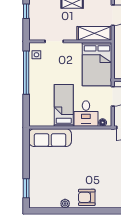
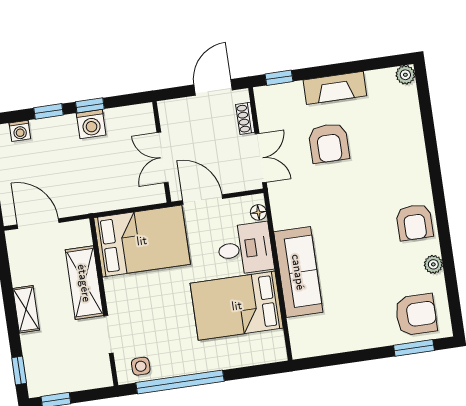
shelving: (94, 33) -> (84, 283), moved
bed: (64, 105) -> (237, 306), width x1.50
sofa: (50, 138) -> (298, 272), moved
armchair: (42, 192) -> (416, 315), added

